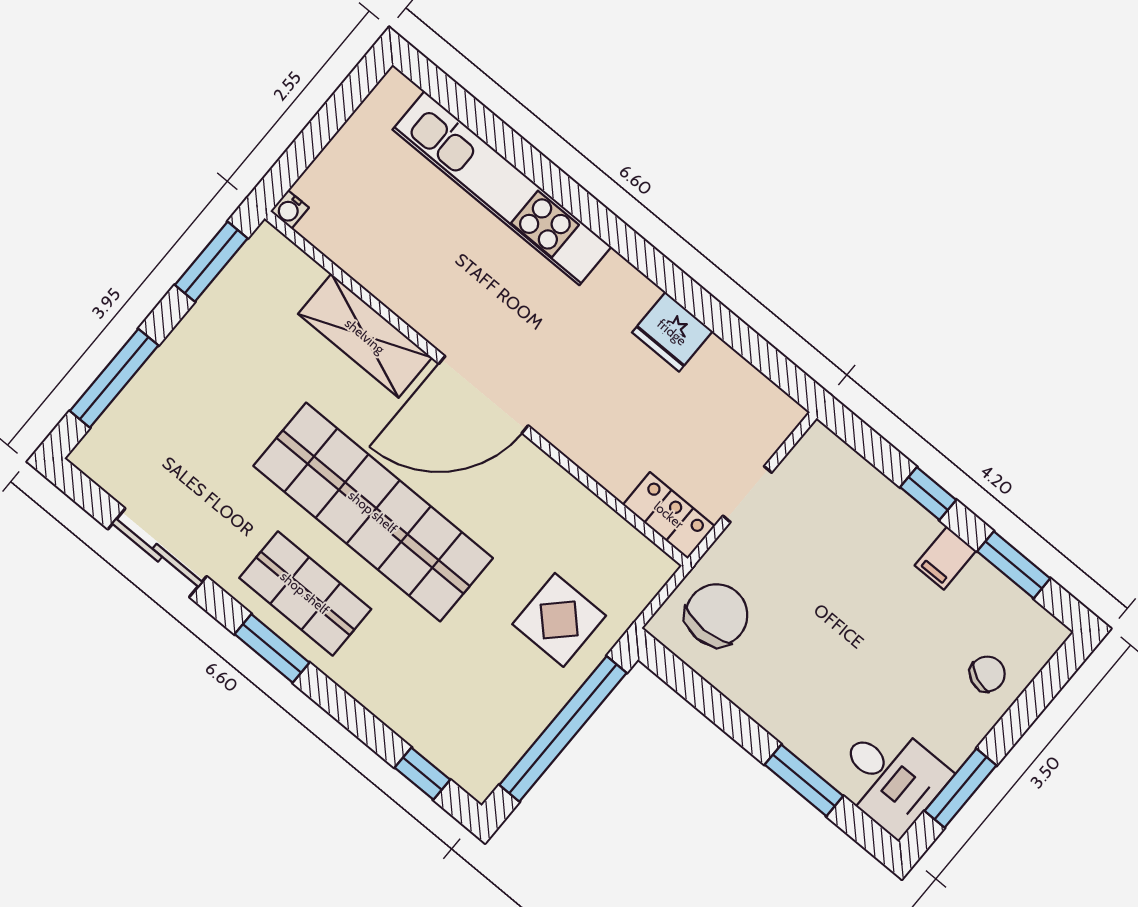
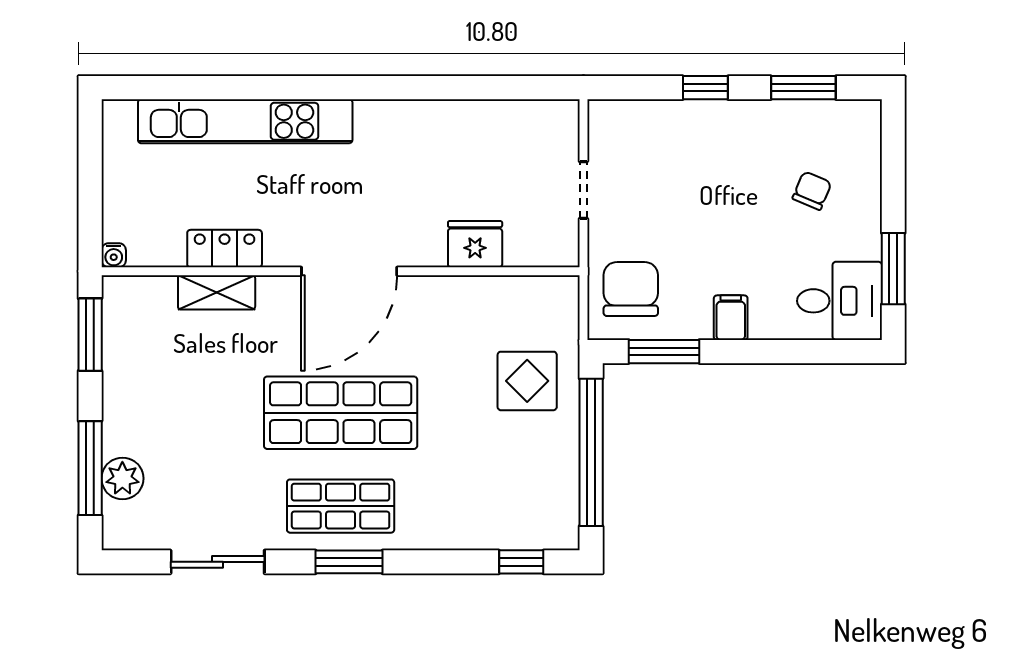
fridge: (672, 332) -> (475, 244), moved, turned 180
shelving: (365, 336) -> (217, 292), width x0.67, depth x0.75
plant: (135, 411) -> (122, 478), added
shop shelf: (373, 512) -> (341, 413), width x0.71
locker: (669, 515) -> (225, 249), moved
filing cabinet: (945, 558) -> (731, 318), moved, turned 180
chair: (987, 674) -> (812, 191), moved
window: (804, 780) -> (664, 352), moved

